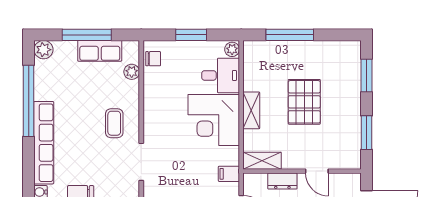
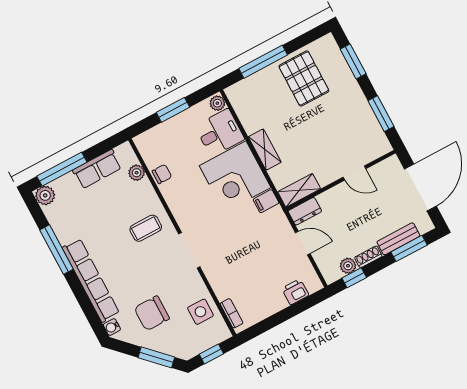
window: (87, 35) -> (62, 169), moved
chair: (153, 59) -> (162, 174), moved
window: (29, 101) -> (56, 250), width x0.68
pallet: (304, 102) -> (304, 78), moved
coffee table: (114, 123) -> (146, 228), turned 90
filing cabinet: (229, 174) -> (266, 201), moved
dresser: (282, 181) -> (305, 211), moved

